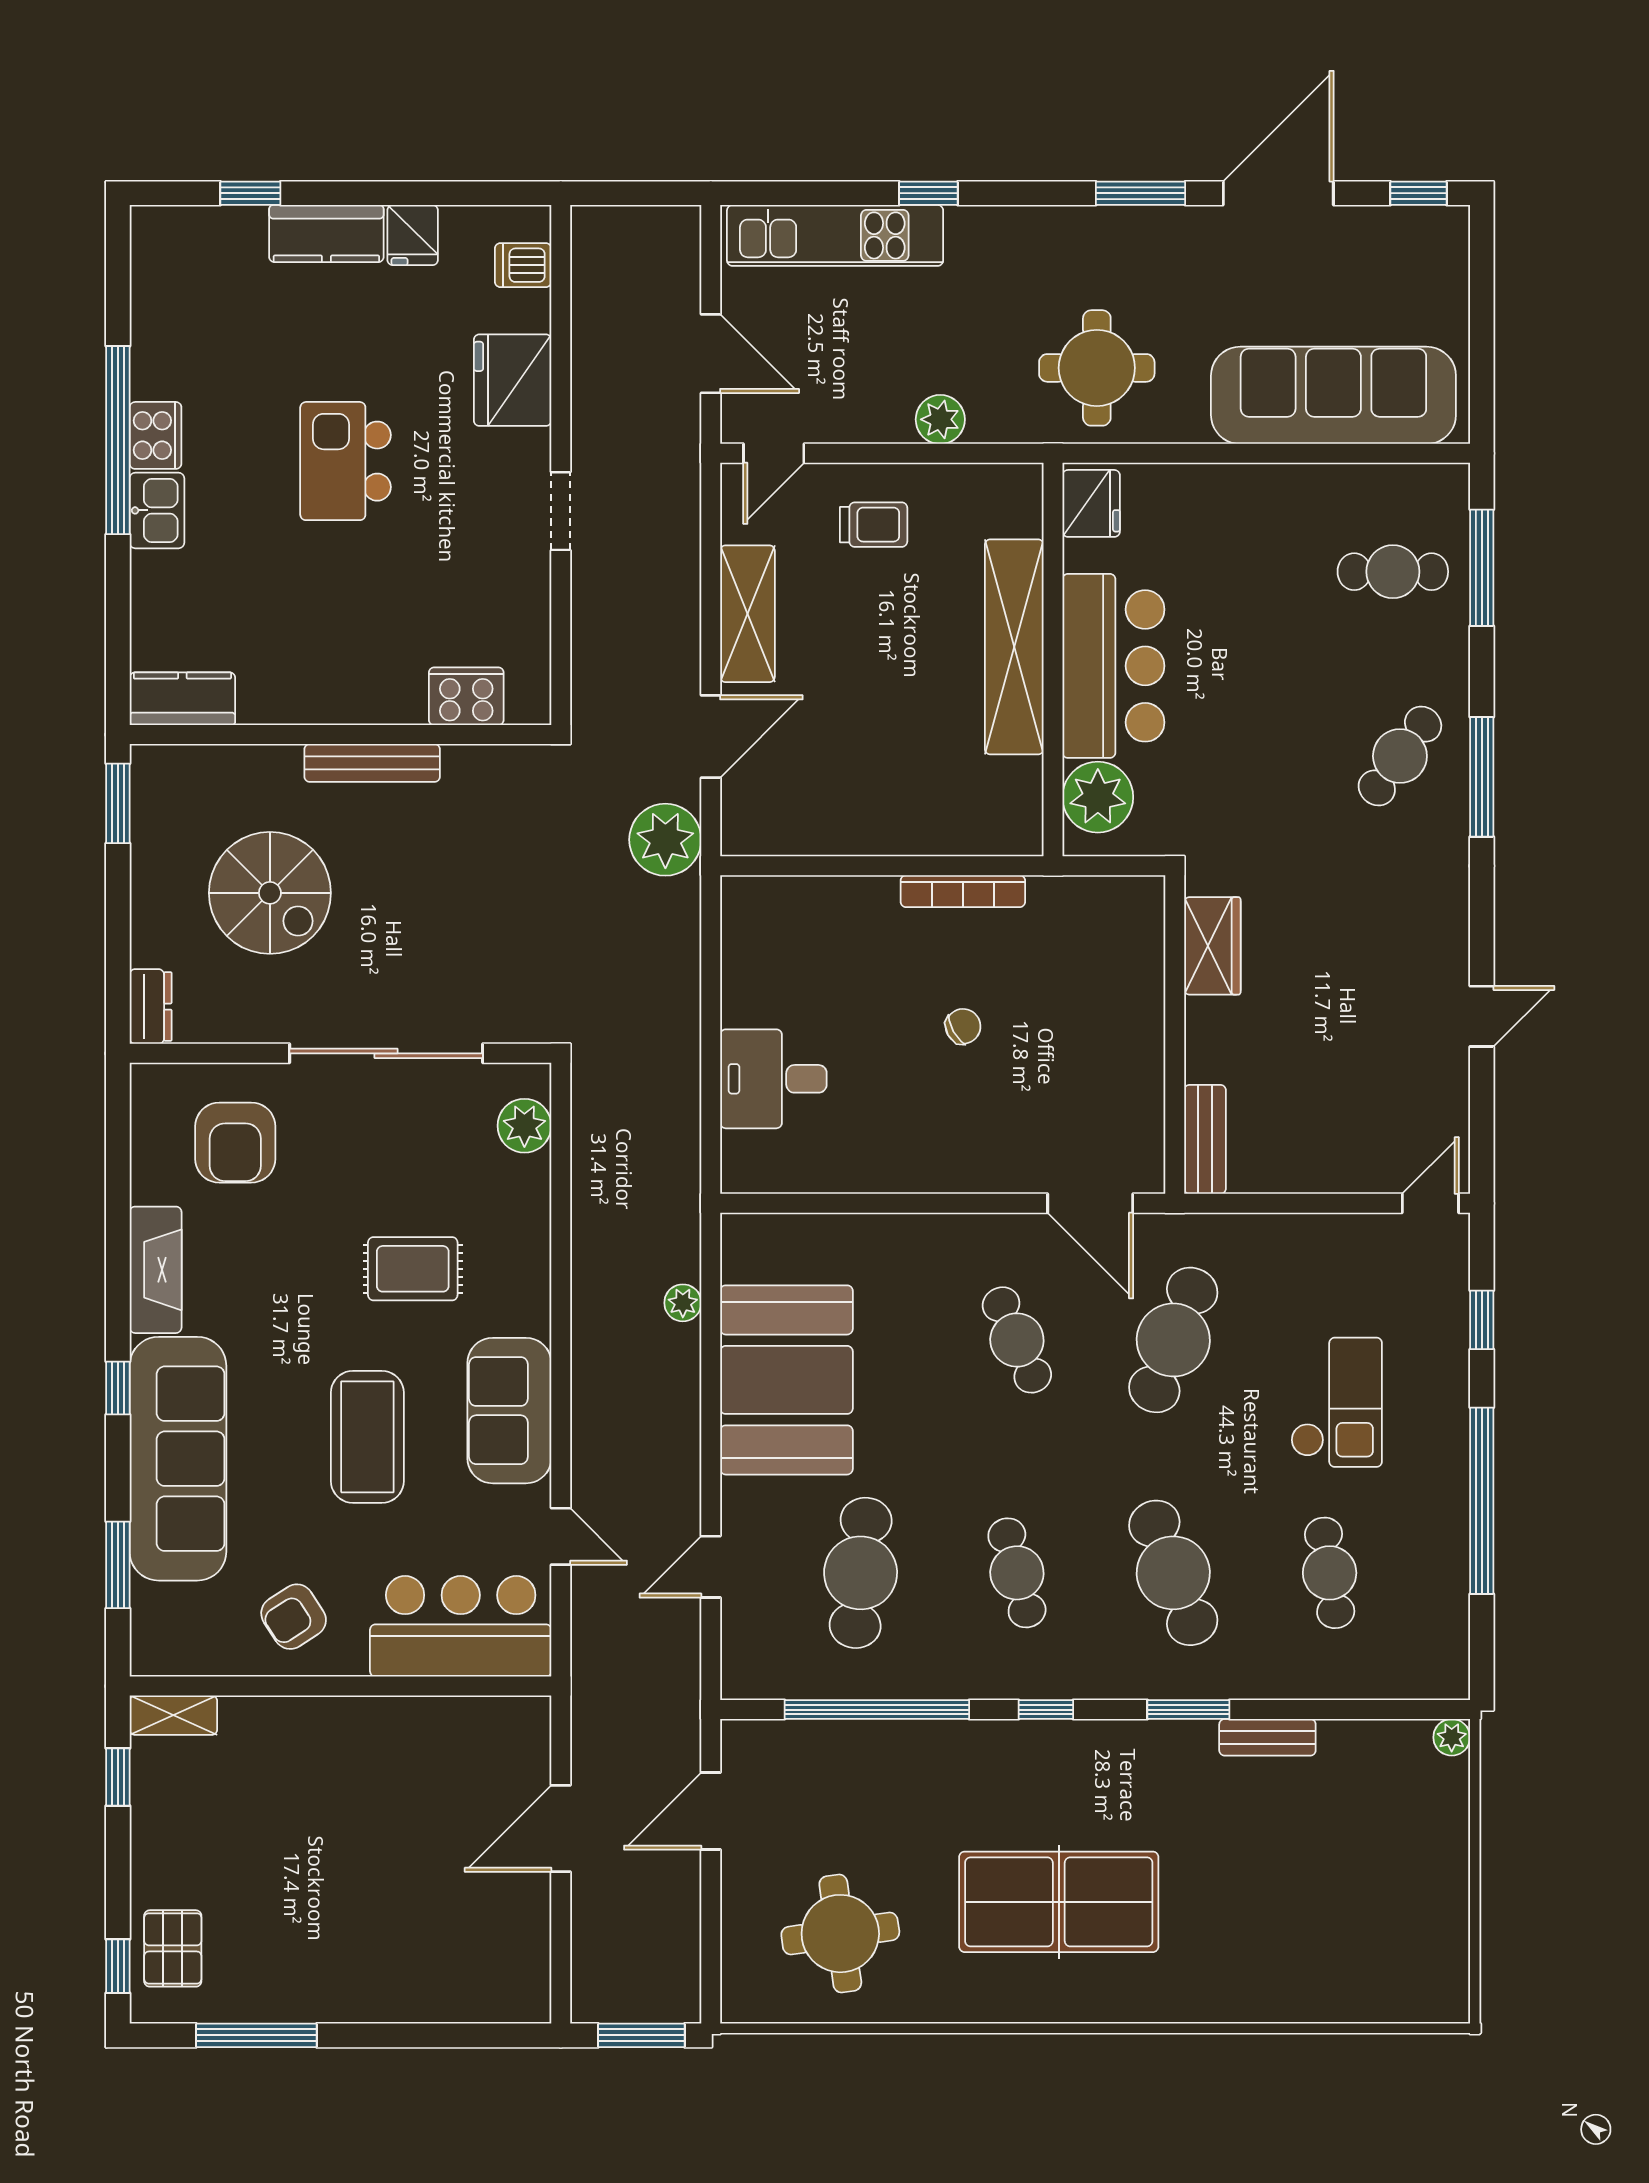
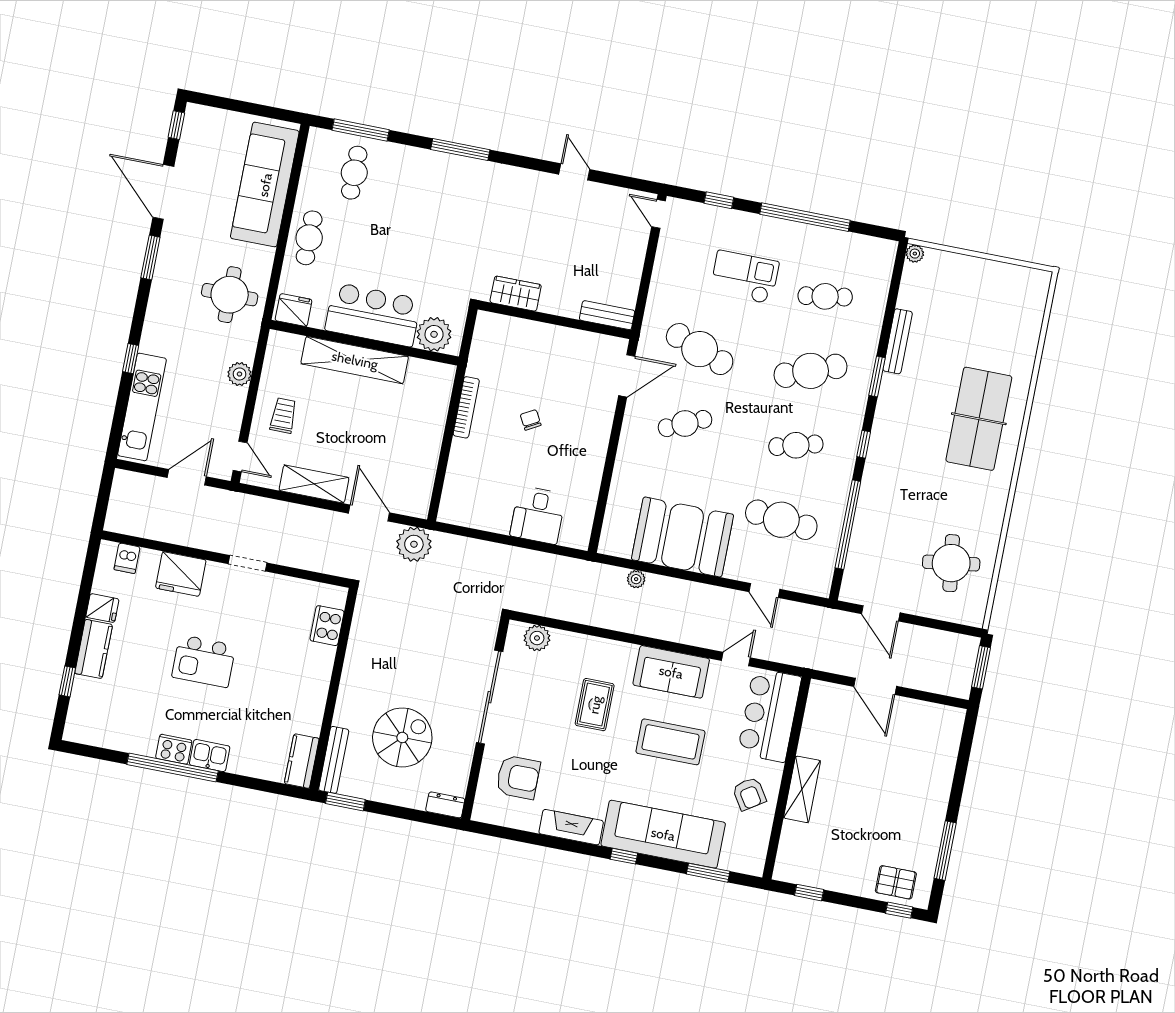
cafe table: (1400, 756) -> (309, 238), moved, turned 54
bench: (372, 763) -> (334, 760), moved
shelving: (173, 1715) -> (802, 789), moved, width x1.50, depth x1.33
bench: (1267, 1737) -> (898, 341), width x1.36
table tennis table: (1059, 1902) -> (979, 419), moved

